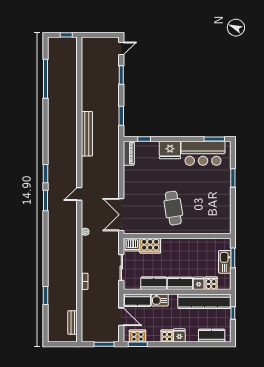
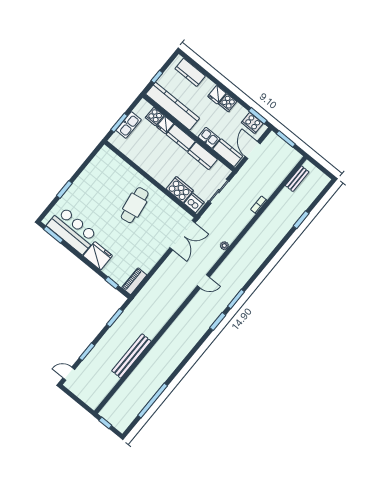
bench: (87, 134) -> (131, 356), moved

